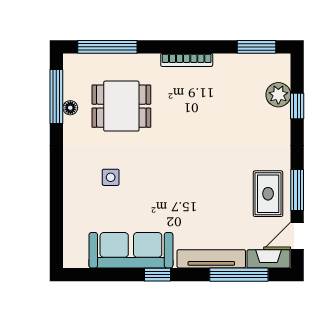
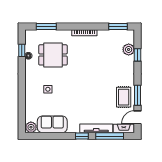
window: (107, 47) -> (46, 26), width x0.69
window: (56, 97) -> (22, 50), width x0.46
sofa: (131, 250) -> (52, 124), width x0.73
plant: (76, 256) -> (31, 127), added
window: (158, 275) -> (82, 136), moved

